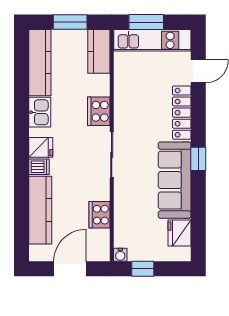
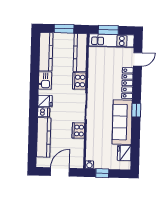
kitchen counter: (99, 51) -> (80, 53), width x1.50
cooker: (100, 215) -> (78, 131), moved

